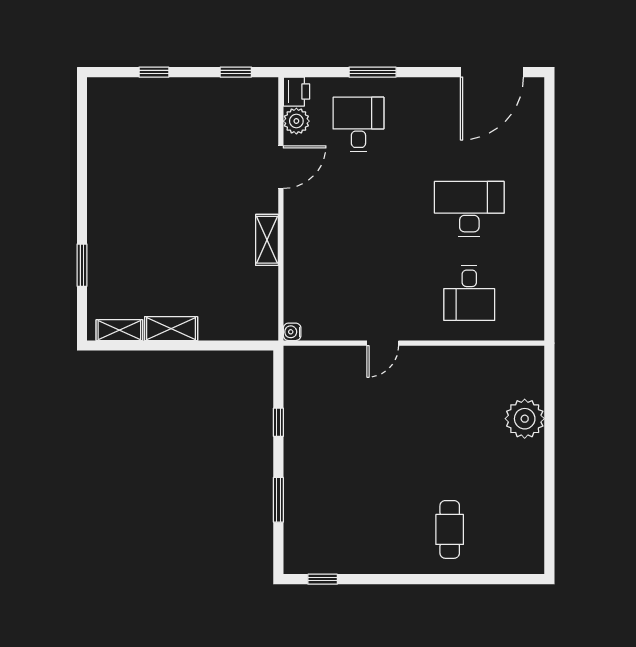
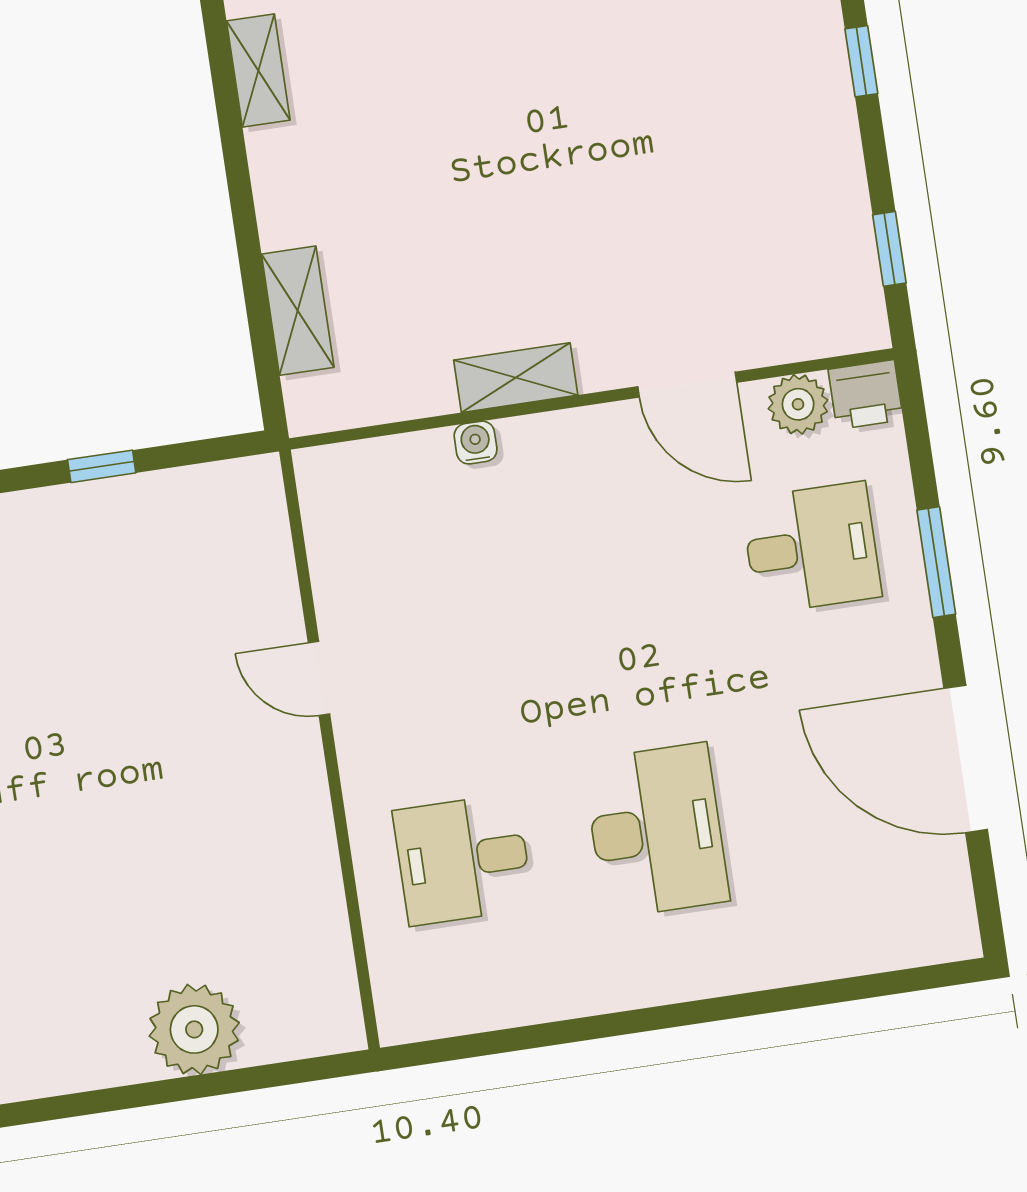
door: (492, 72) -> (966, 759), moved
shelving: (171, 329) -> (298, 311), moved
water cooler: (292, 332) -> (476, 443), moved

